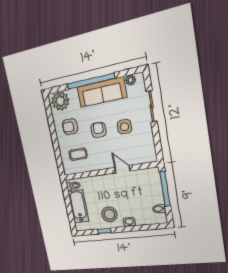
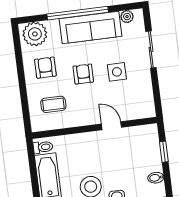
armchair: (70, 127) -> (45, 68), turned 90
window: (165, 189) -> (164, 152), width x0.46

